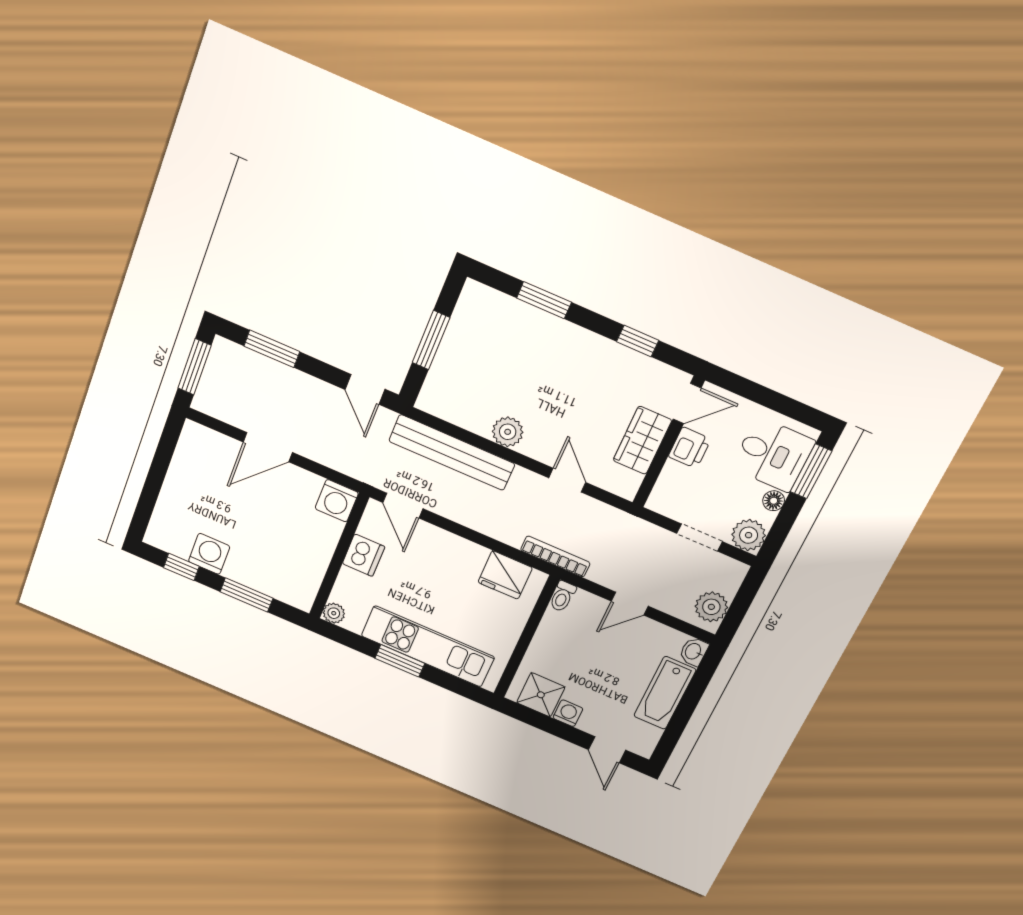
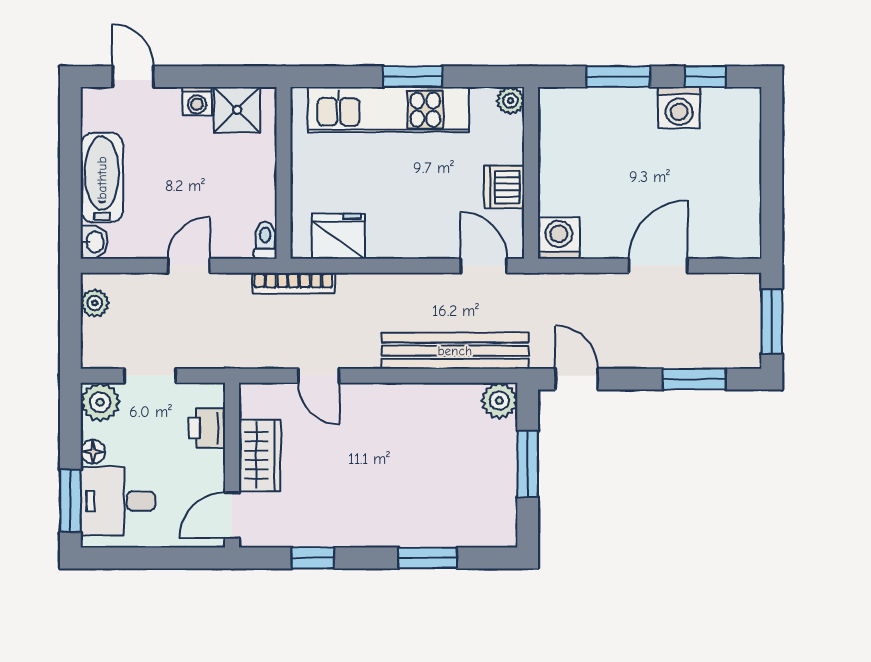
plant: (508, 432) -> (499, 401), moved
printer: (690, 448) -> (207, 428), moved
plant: (711, 607) -> (95, 303), width x0.73, depth x0.73

